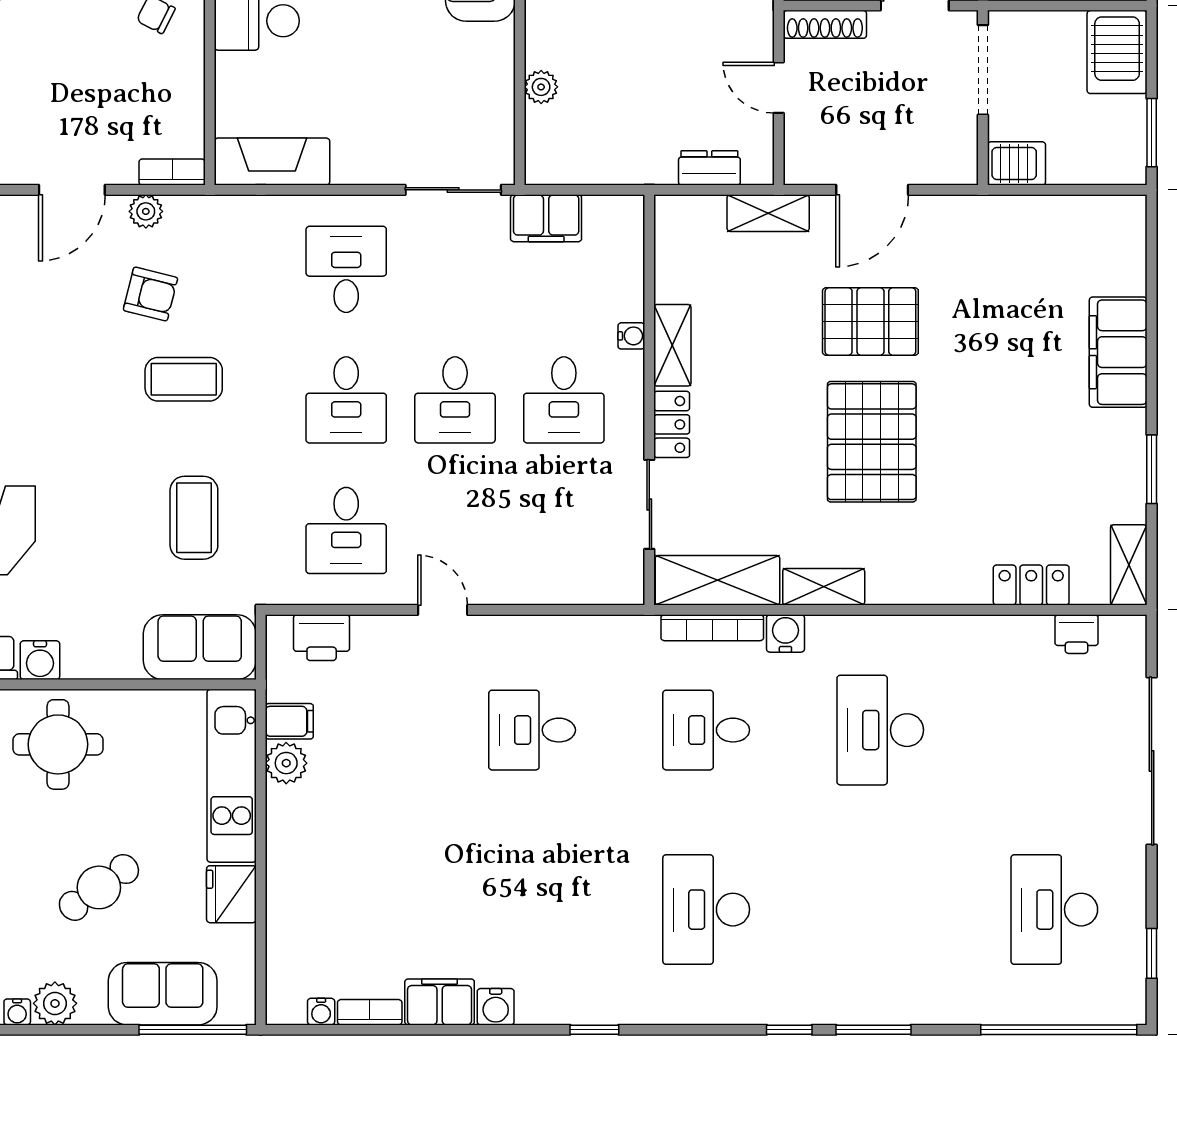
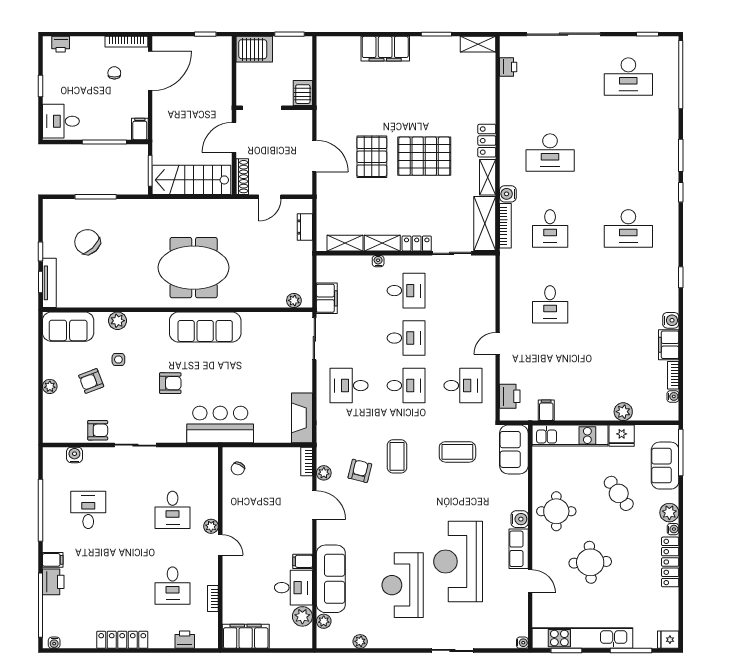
plant: (541, 87) -> (294, 300), moved
shelving: (768, 213) -> (345, 243), moved, turned 90
locker: (1031, 585) -> (487, 141), moved
plant: (286, 763) -> (623, 412), moved

